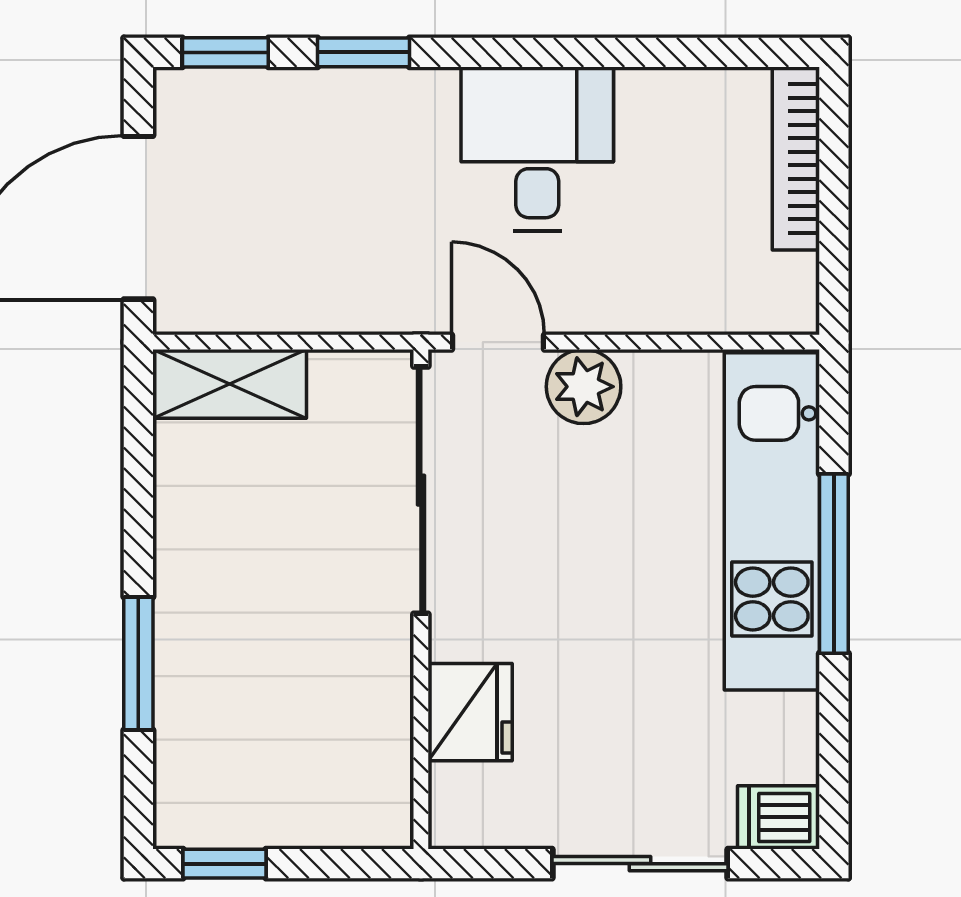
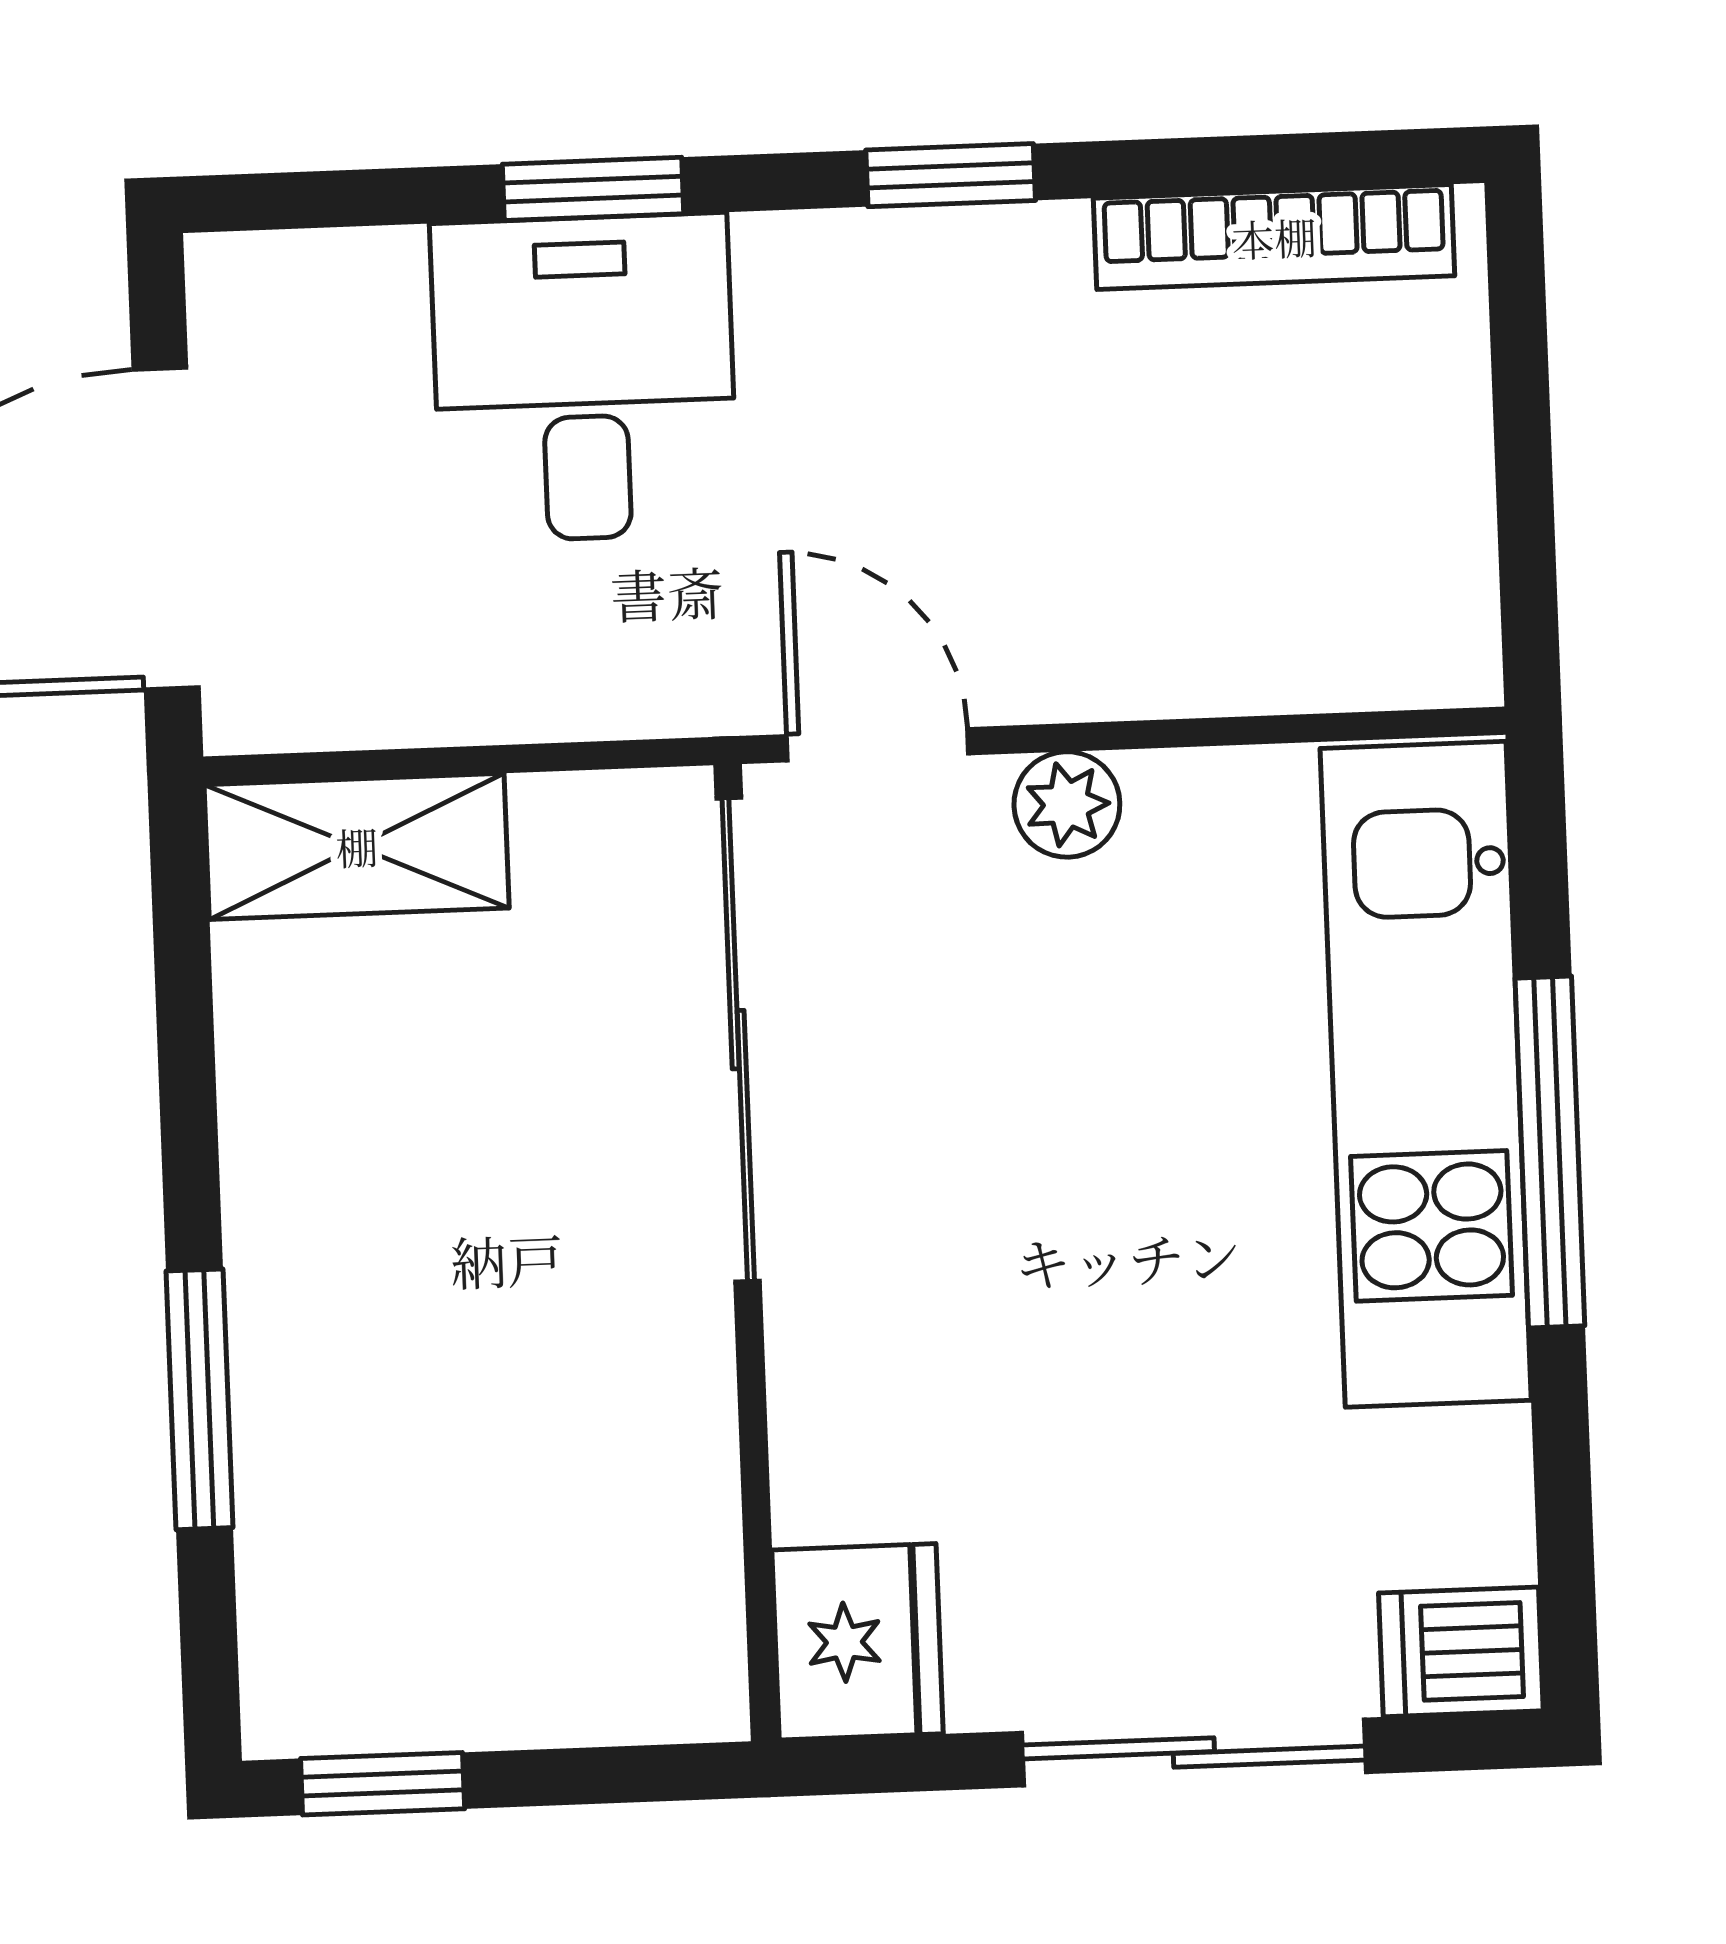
window: (225, 52) -> (951, 175), moved
desk: (537, 149) -> (584, 378), moved
bookcase: (796, 158) -> (1274, 237), moved, turned -90
plant: (584, 387) -> (1067, 804), width x0.73, depth x0.73
fridge: (470, 712) -> (858, 1642), moved

